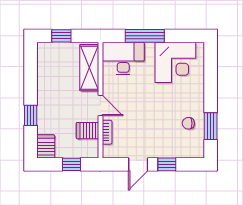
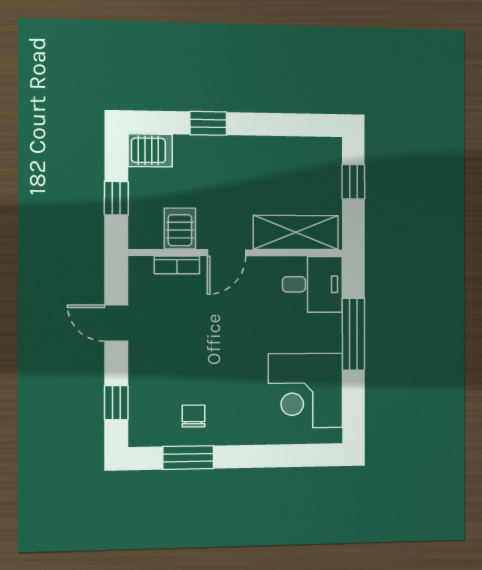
desk: (123, 59) -> (312, 284), width x0.73
window: (167, 164) -> (116, 403), moved

